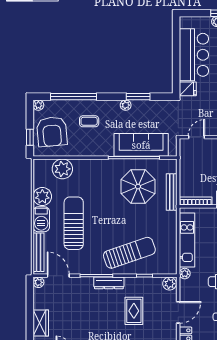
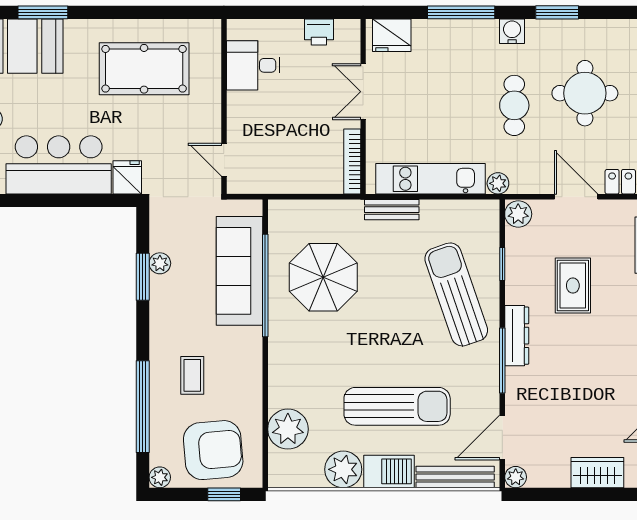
plant: (126, 105) -> (160, 263), moved
bench: (172, 192) -> (392, 210), moved, width x0.73
sun lounger: (74, 223) -> (397, 406), turned 180
rug: (134, 311) -> (573, 286), turned 90

